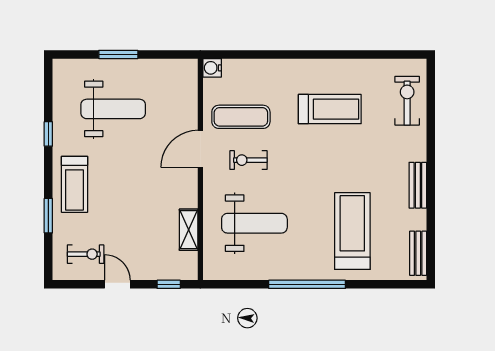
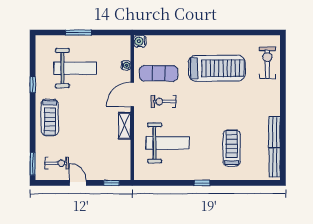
water cooler: (191, 104) -> (126, 65), added
treadmill: (330, 109) -> (217, 68), width x1.37, depth x1.38
bench: (418, 185) -> (274, 132), moved
window: (48, 216) -> (33, 164), moved
shelving: (189, 230) -> (124, 126), moved
treadmill: (352, 231) -> (232, 148), width x0.73, depth x0.73
window: (307, 284) -> (202, 183), width x0.32

